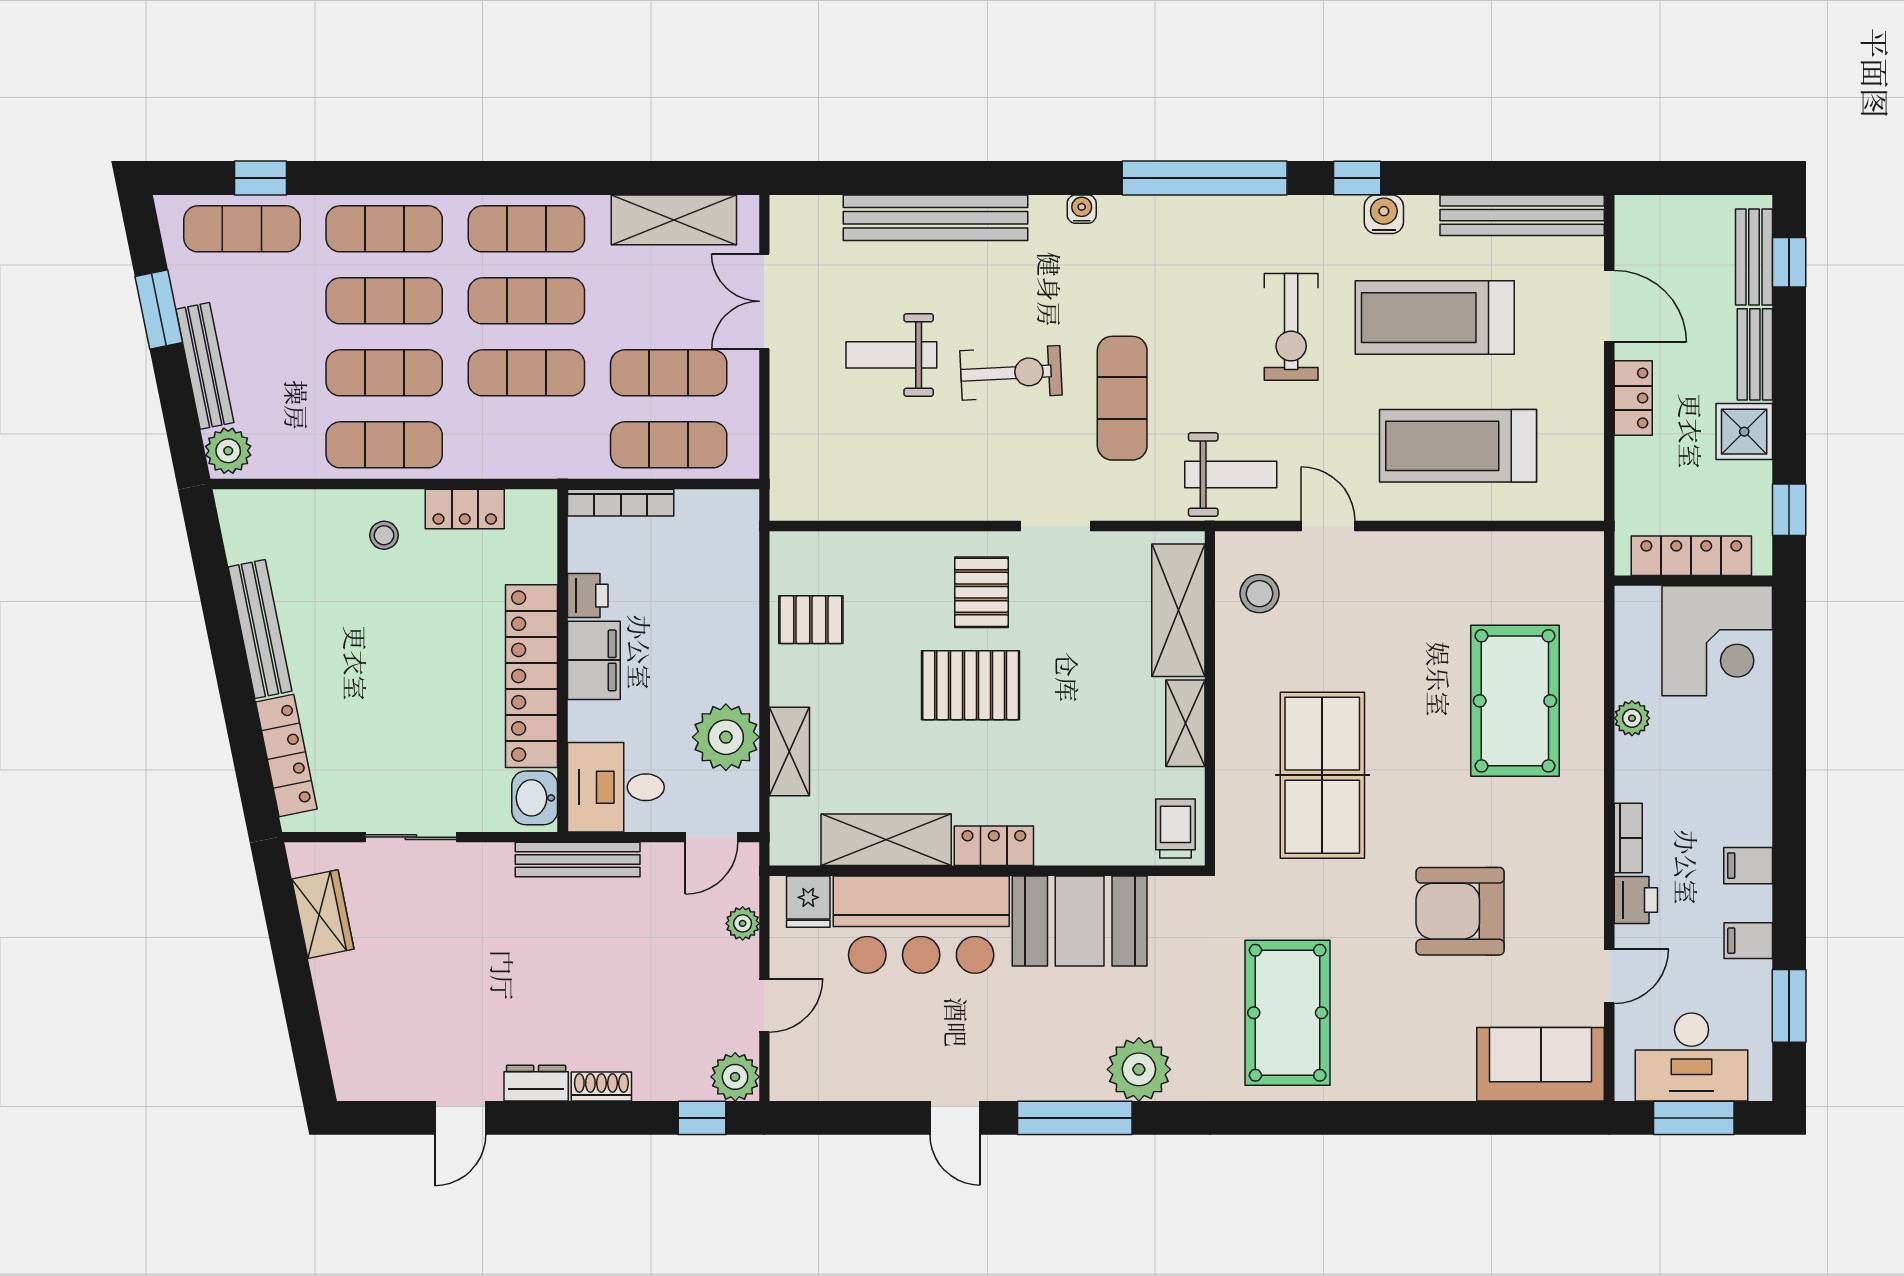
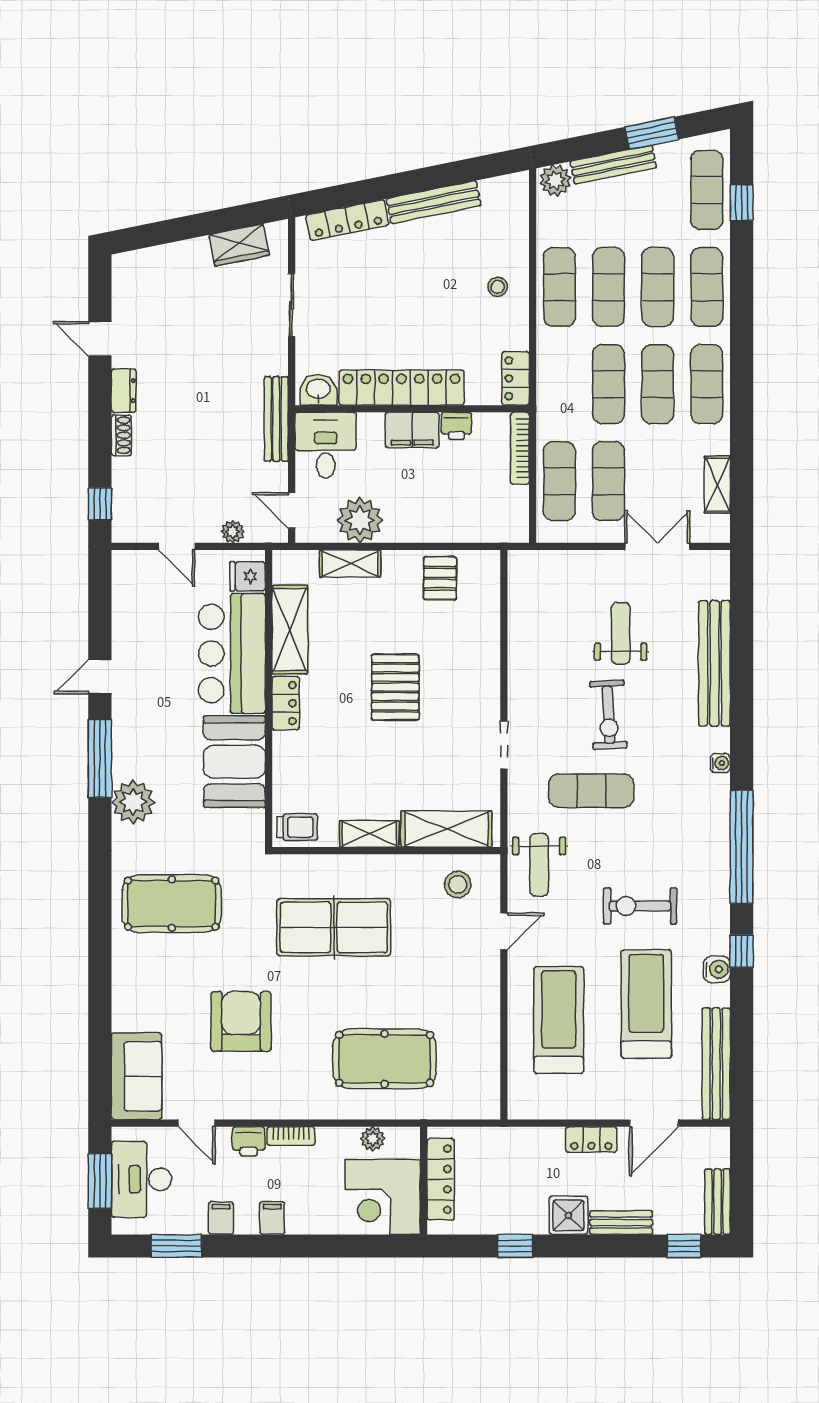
shelving: (674, 220) -> (717, 485), width x0.67, depth x0.75
bench: (1754, 257) -> (718, 1202), moved, turned 90
locker: (465, 509) -> (516, 378), moved
locker: (1691, 556) -> (441, 1179), moved
wall: (1693, 581) -> (424, 1181), moved
pallet: (981, 592) -> (459, 695), removed
corner desk: (1717, 641) -> (383, 1197), moved
plant: (735, 1077) -> (128, 526), removed

